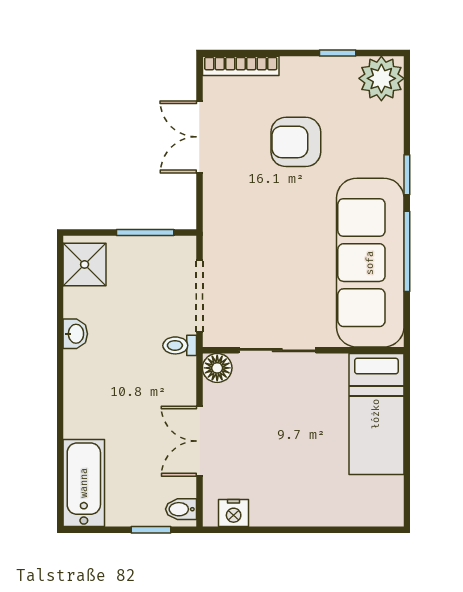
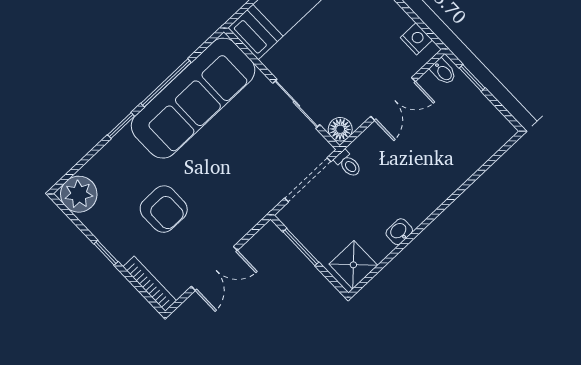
window: (338, 53) -> (106, 253), moved
bathtub: (84, 483) -> (482, 143), removed

